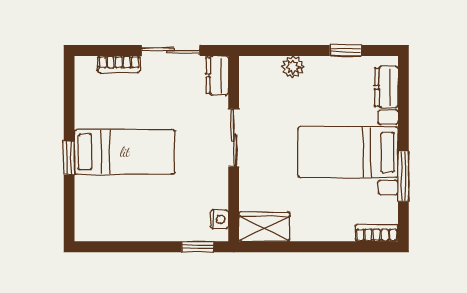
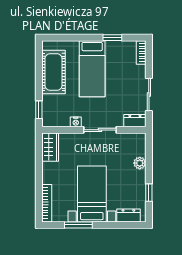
bookcase: (119, 64) -> (141, 53), moved
window: (69, 158) -> (112, 38), moved
nightstand: (219, 219) -> (76, 122), moved
cot: (130, 221) -> (54, 72), added
bookcase: (377, 233) -> (47, 203), width x1.56

